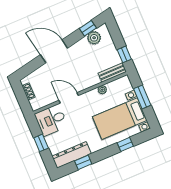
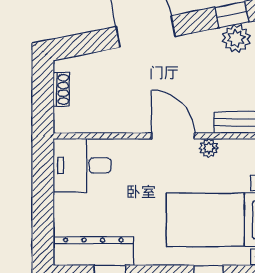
door: (69, 98) -> (173, 136), moved
window: (41, 143) -> (43, 202), removed

